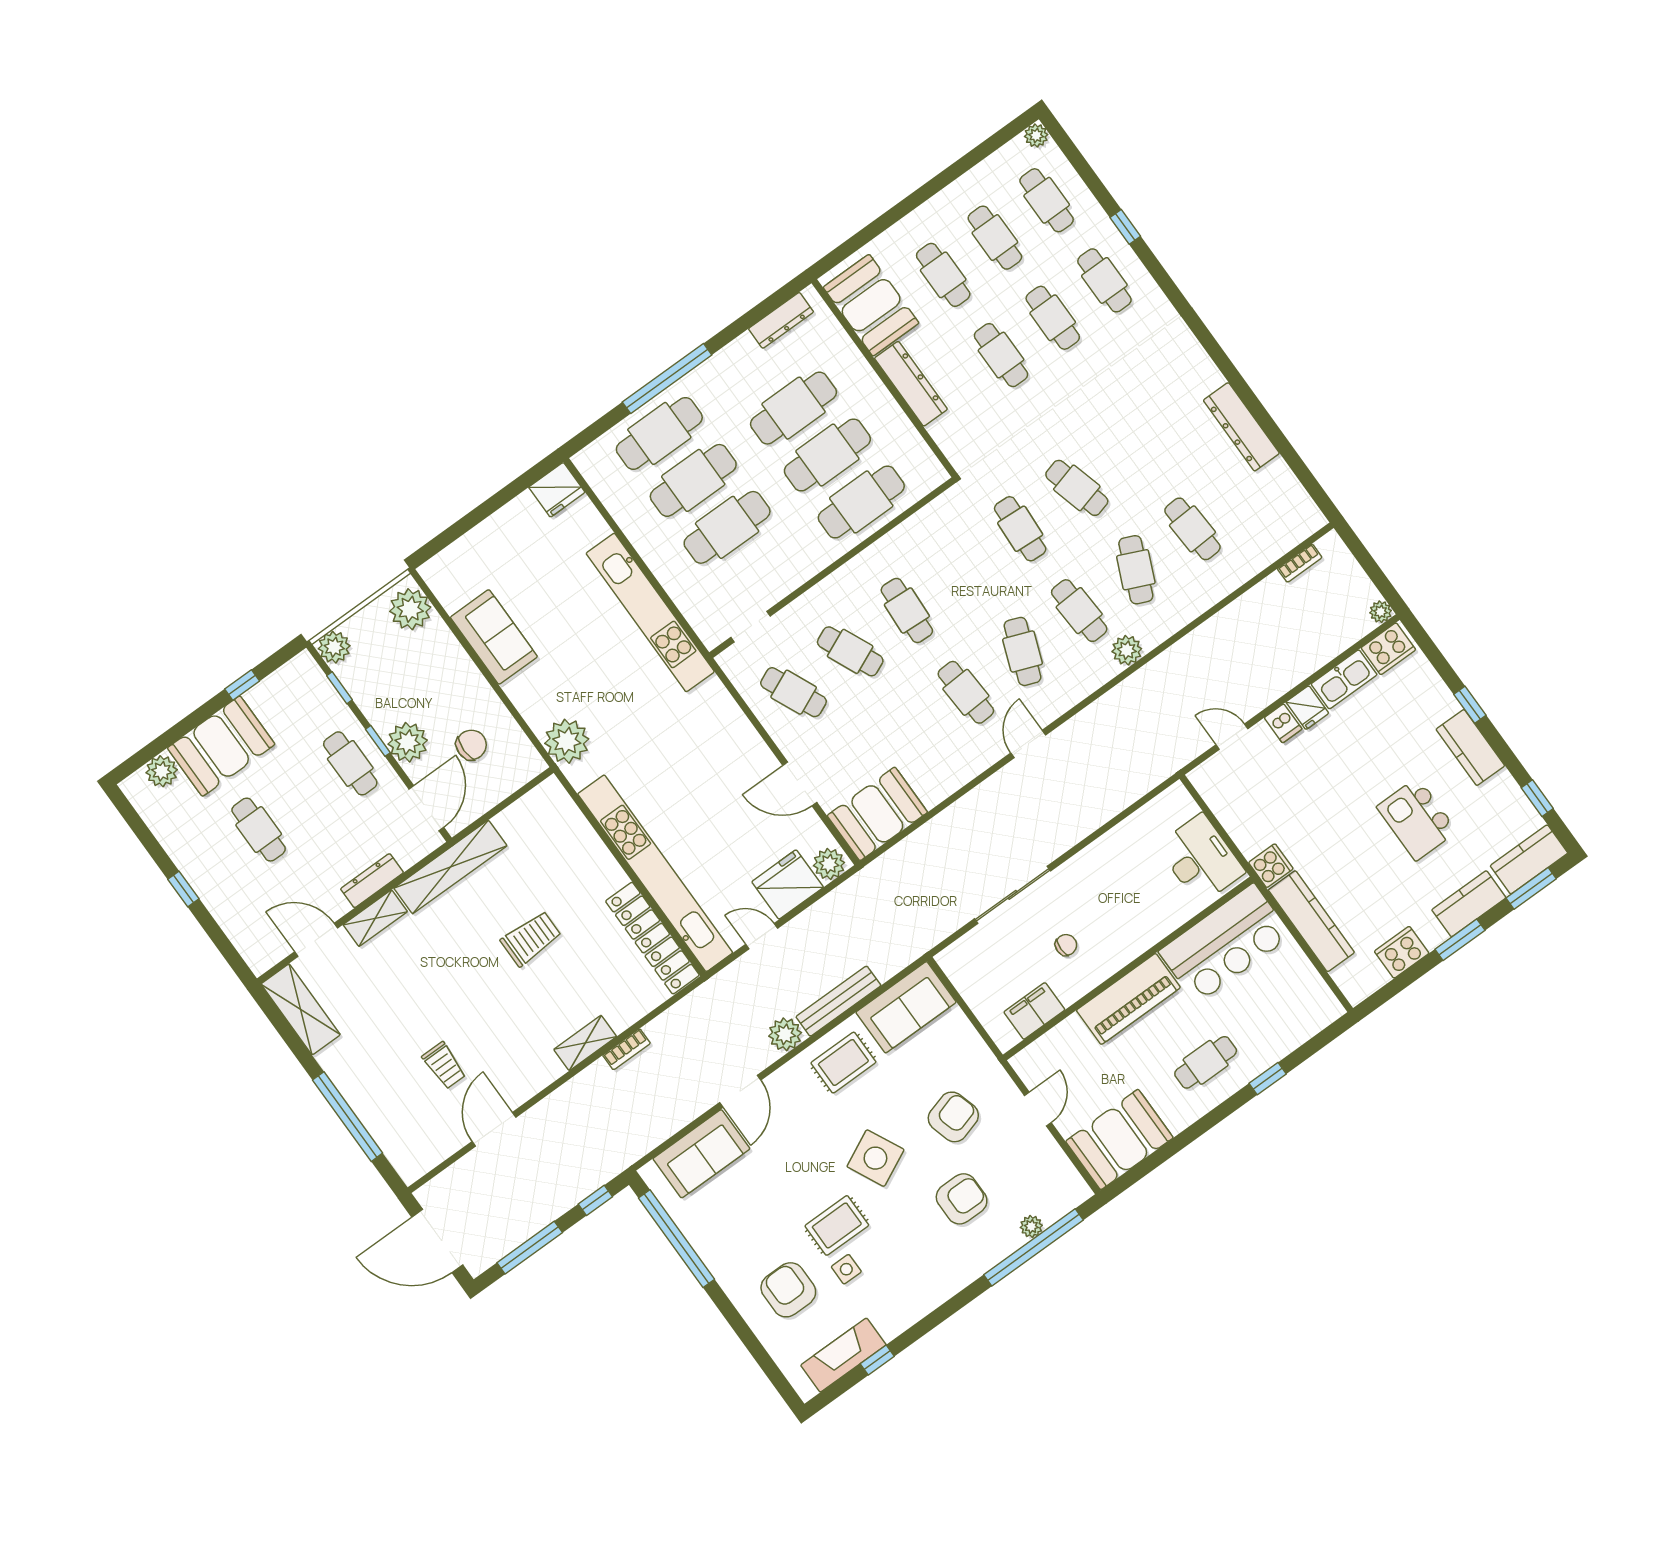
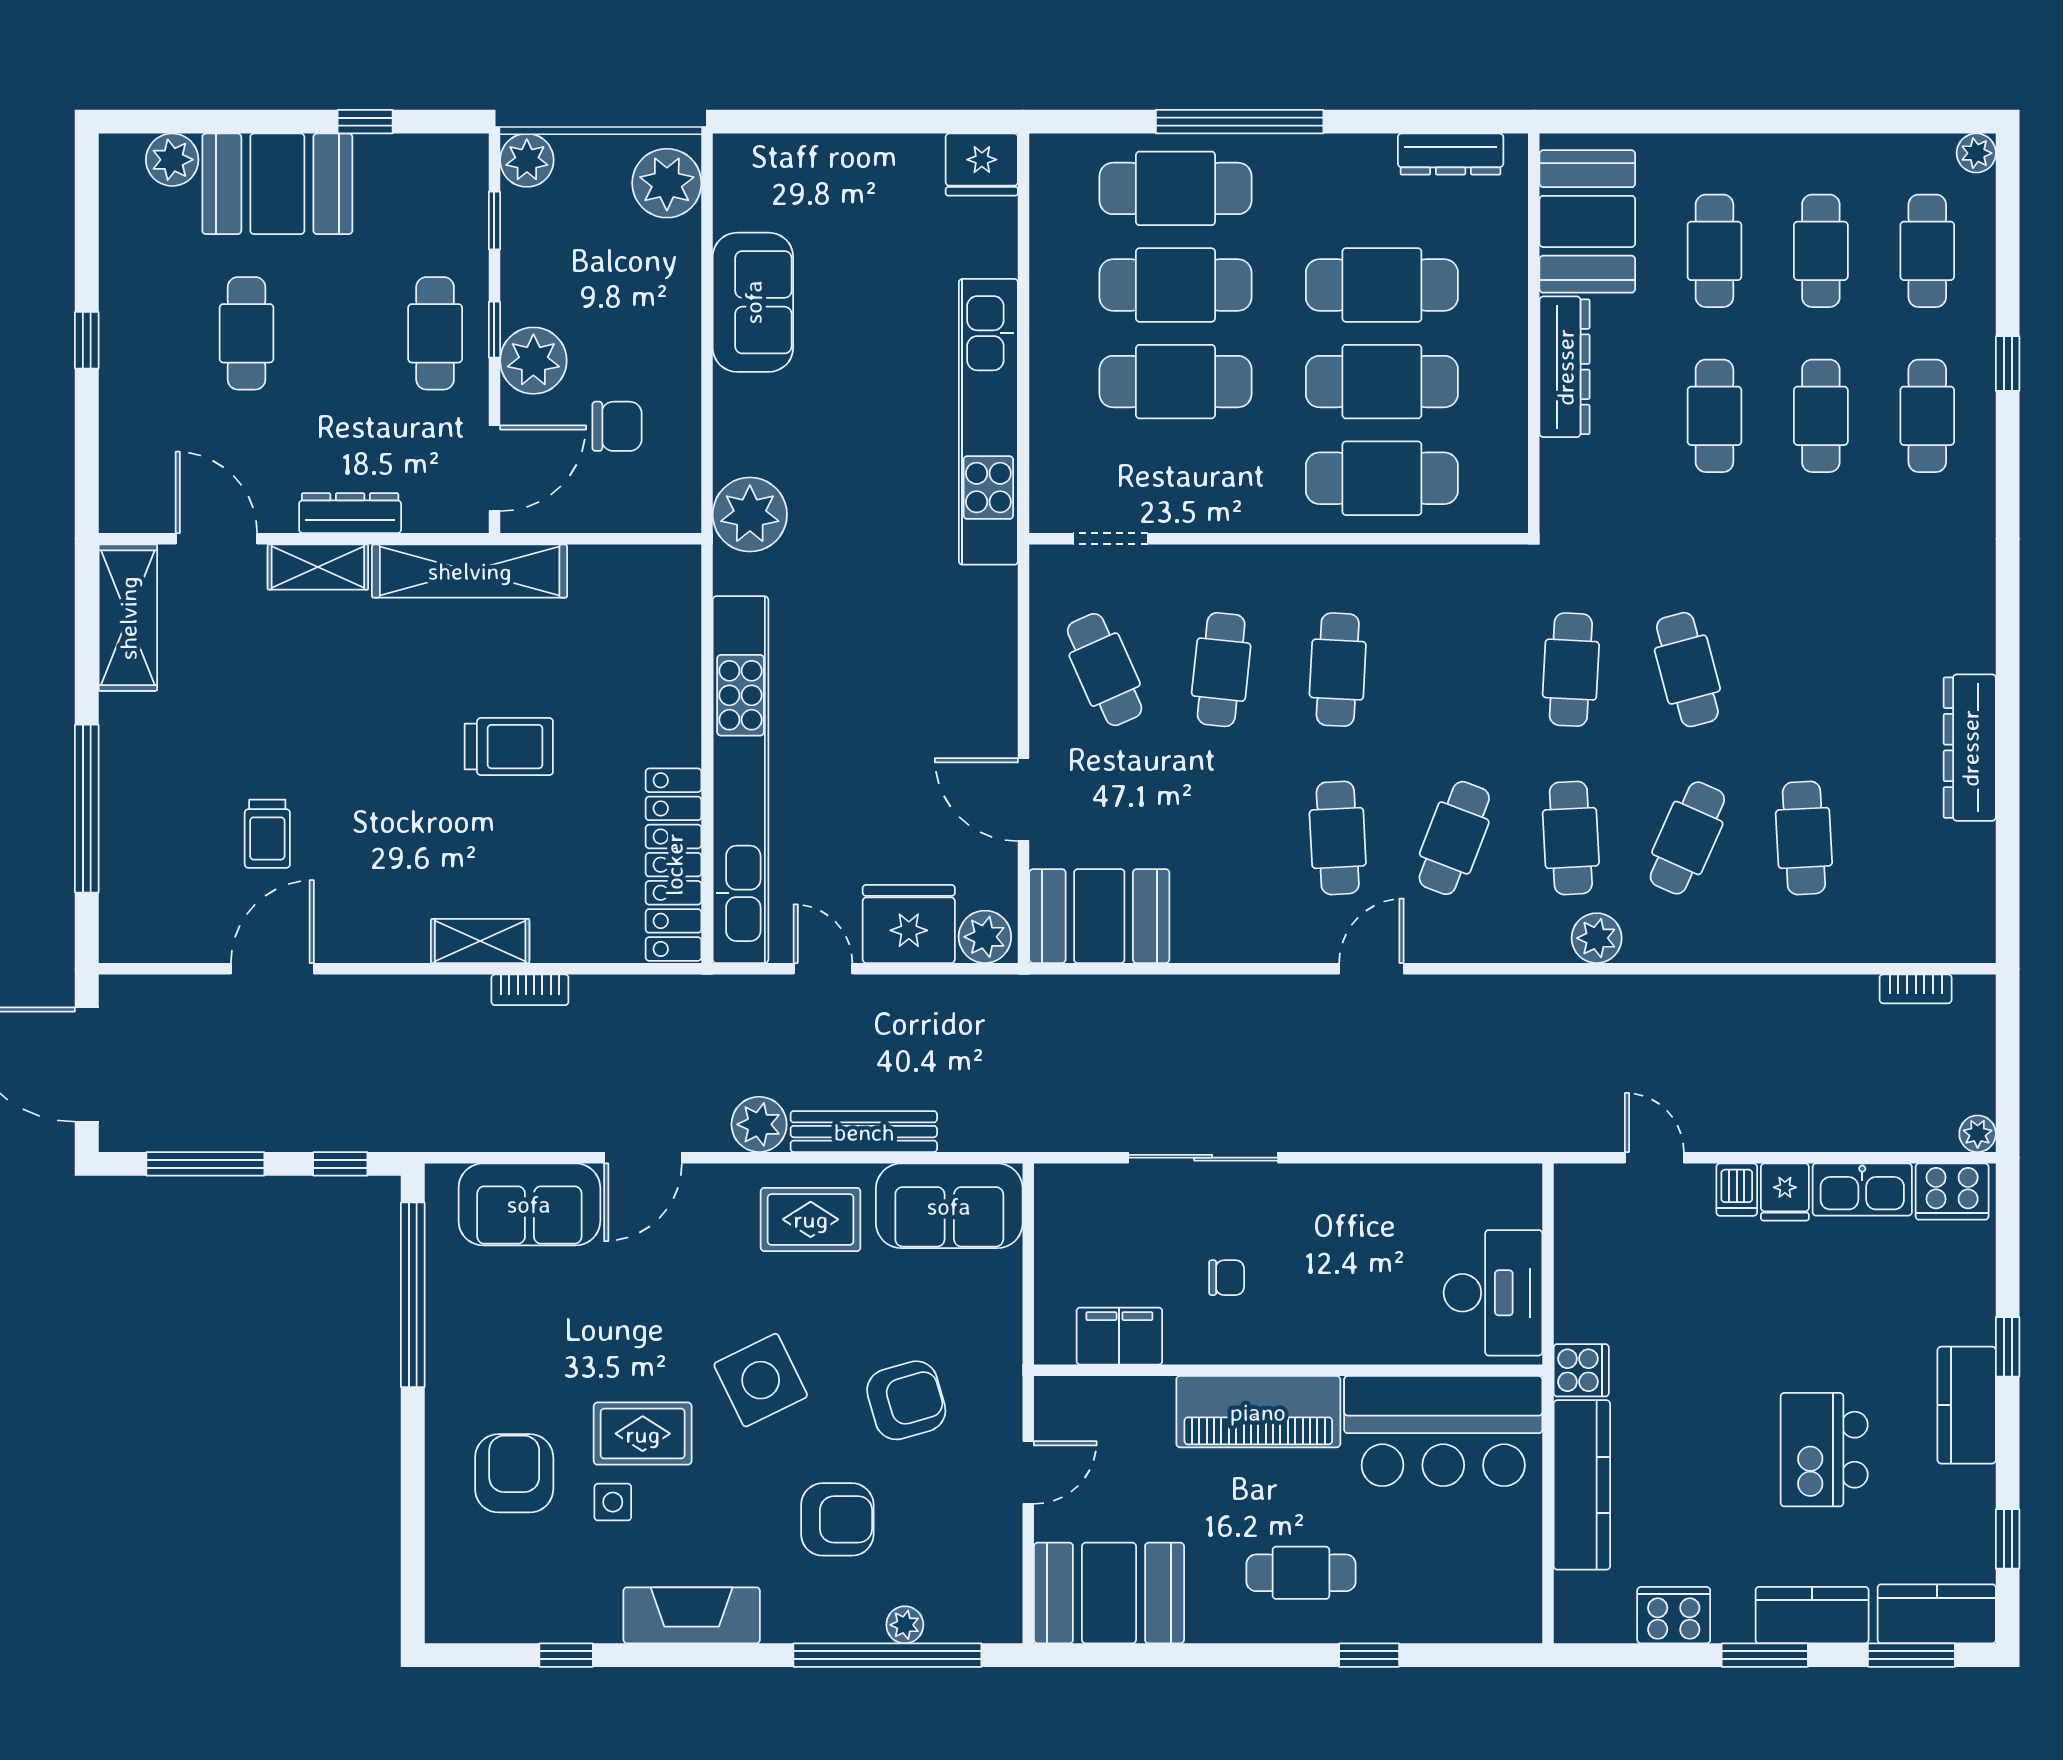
cafe table: (850, 651) -> (1221, 670), turned 30
fireplace: (843, 1355) -> (692, 1615), moved

